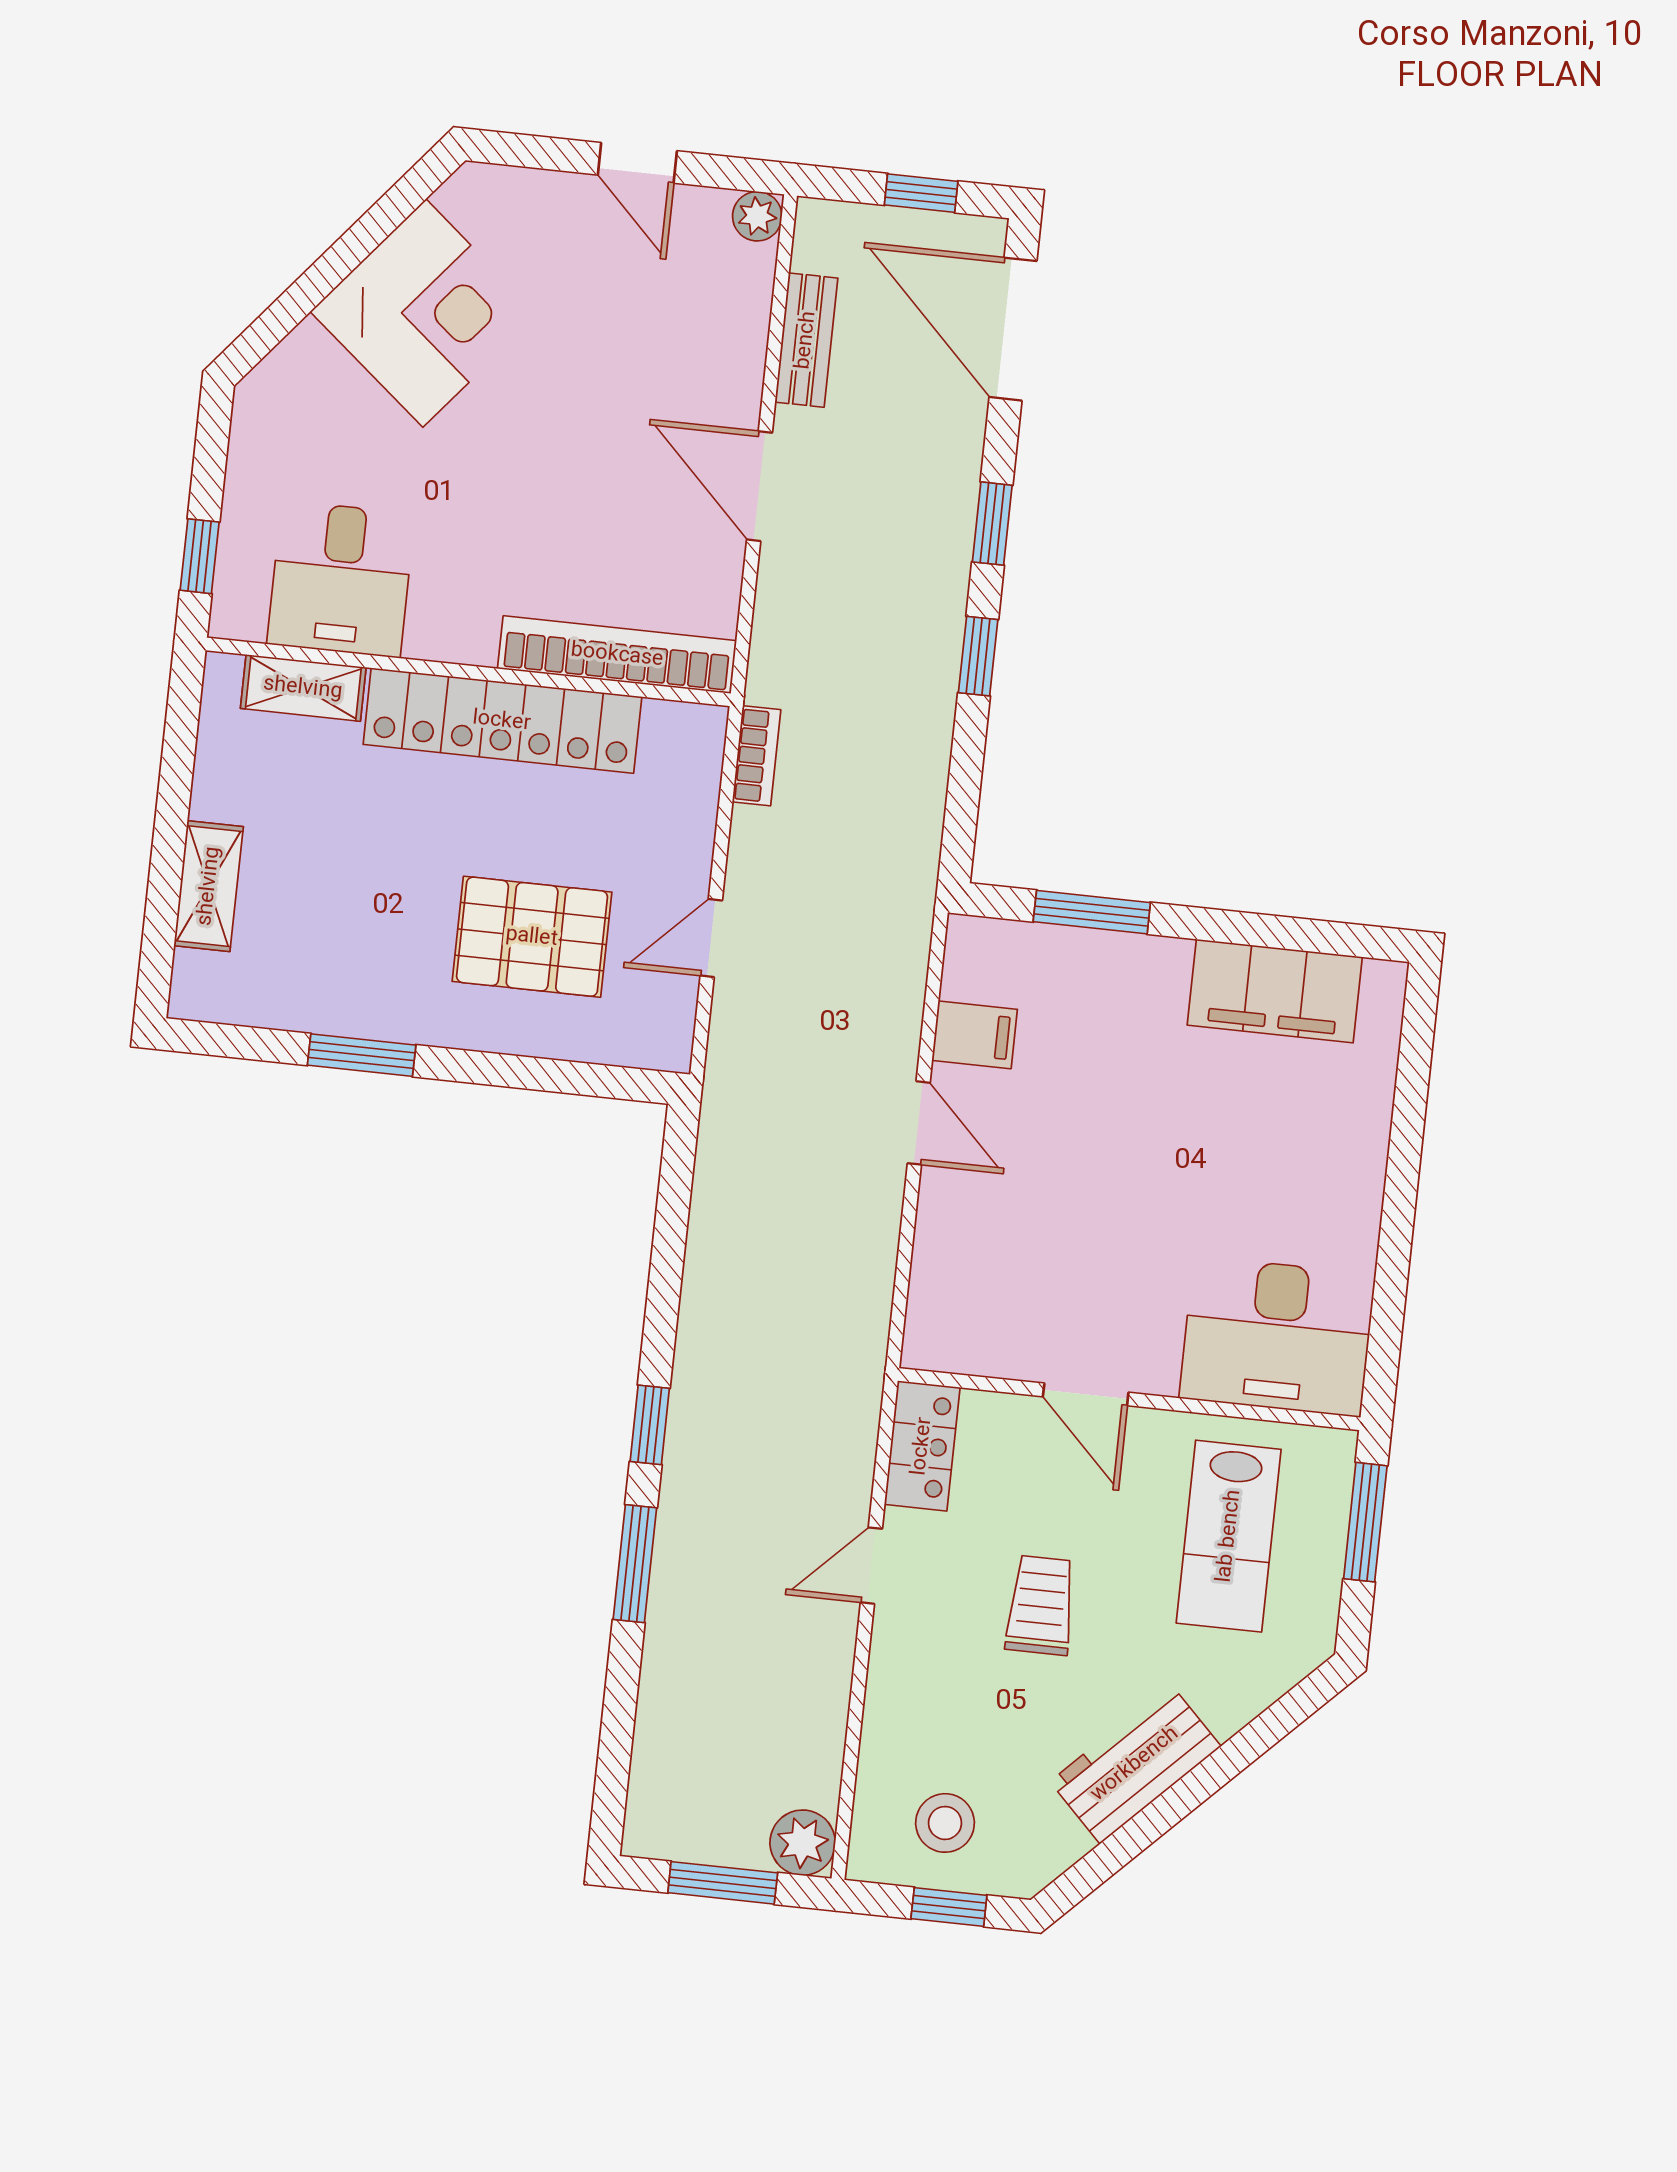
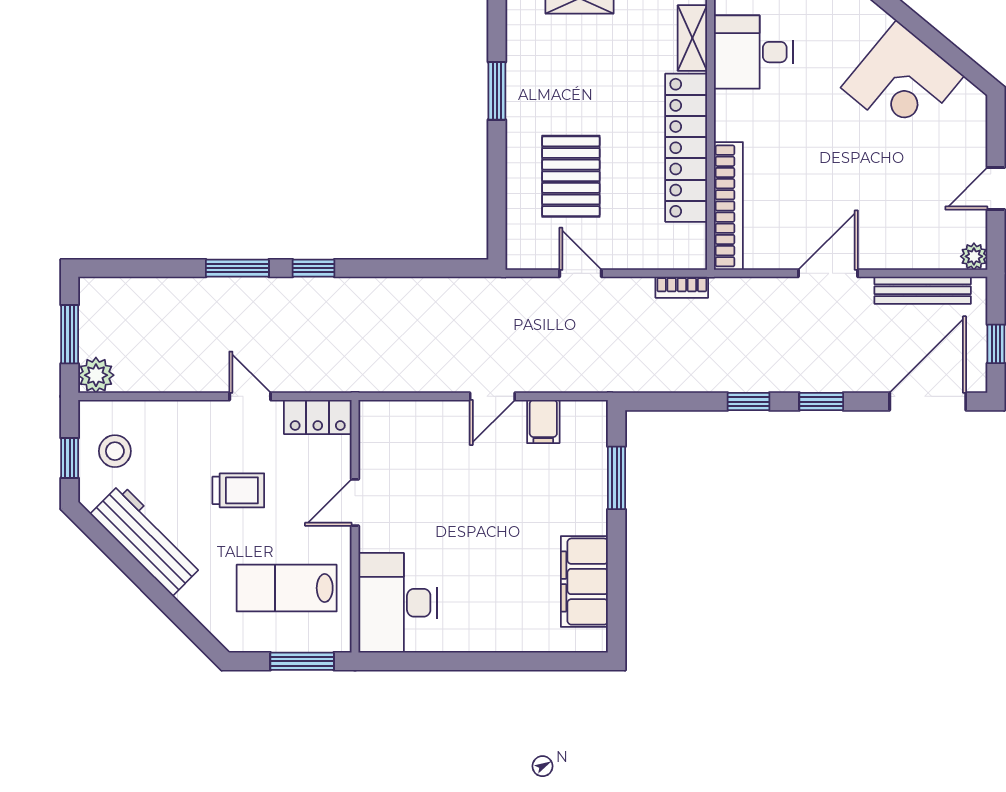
bench: (806, 340) -> (923, 290), width x1.36
workbench: (1135, 1764) -> (147, 540), width x1.38

